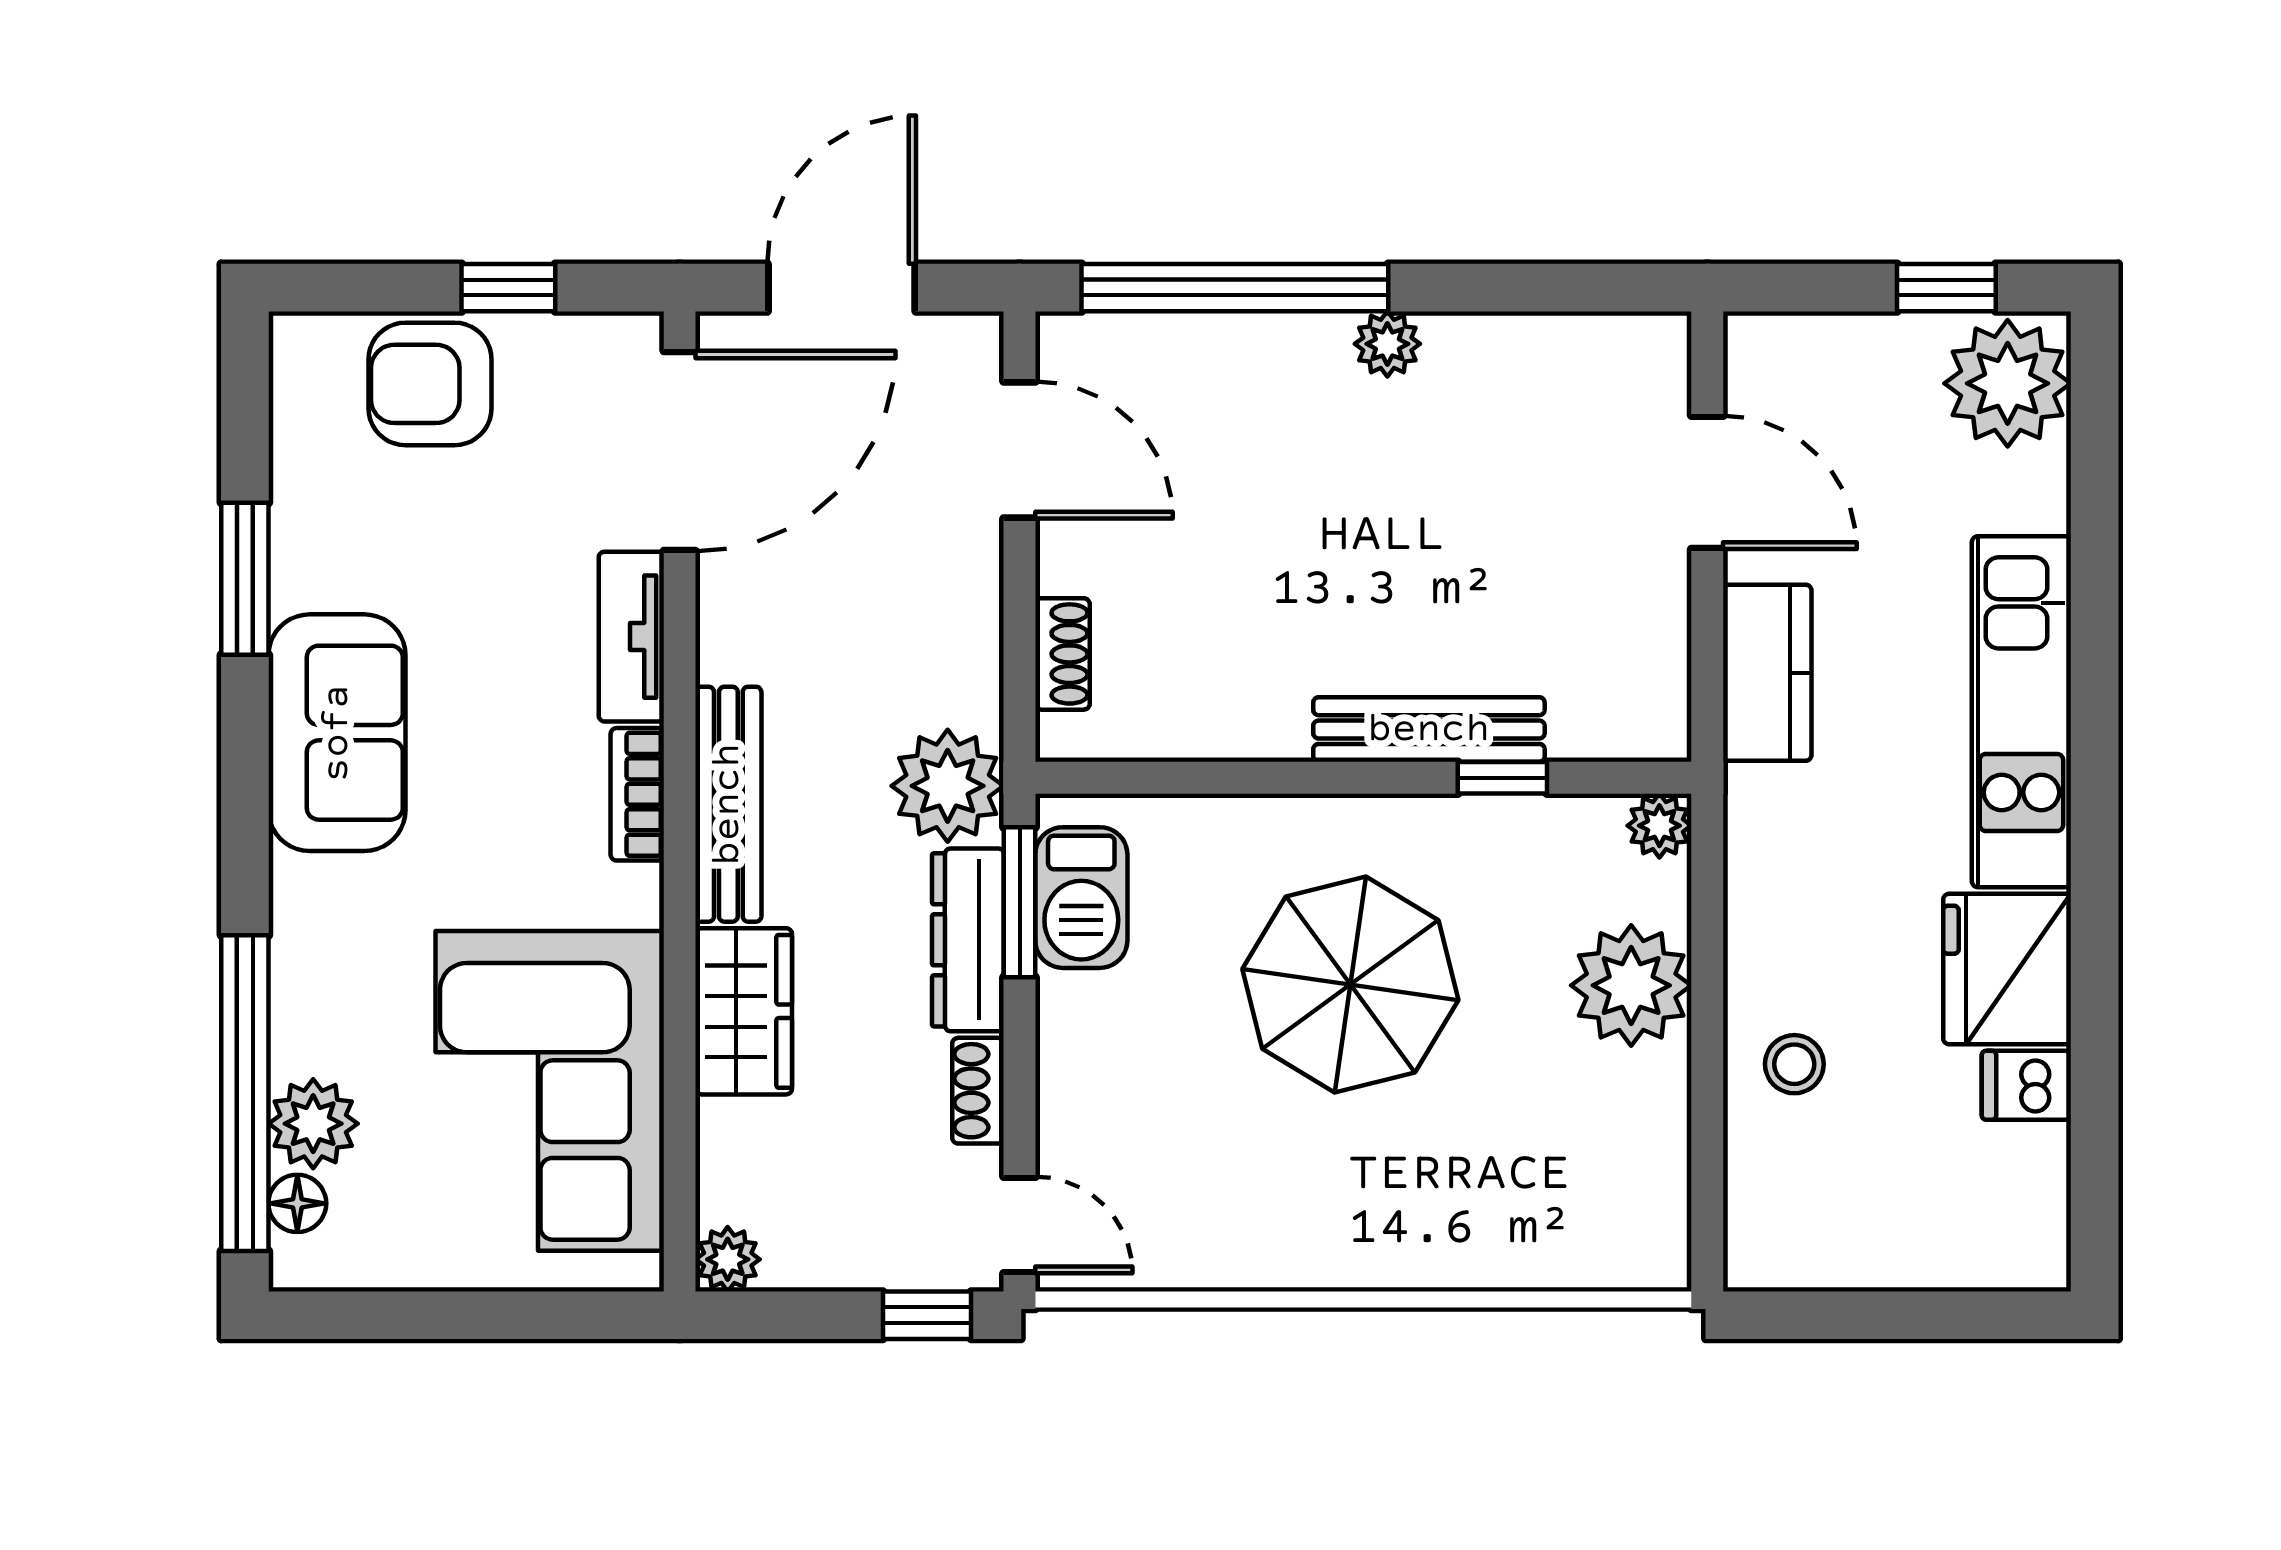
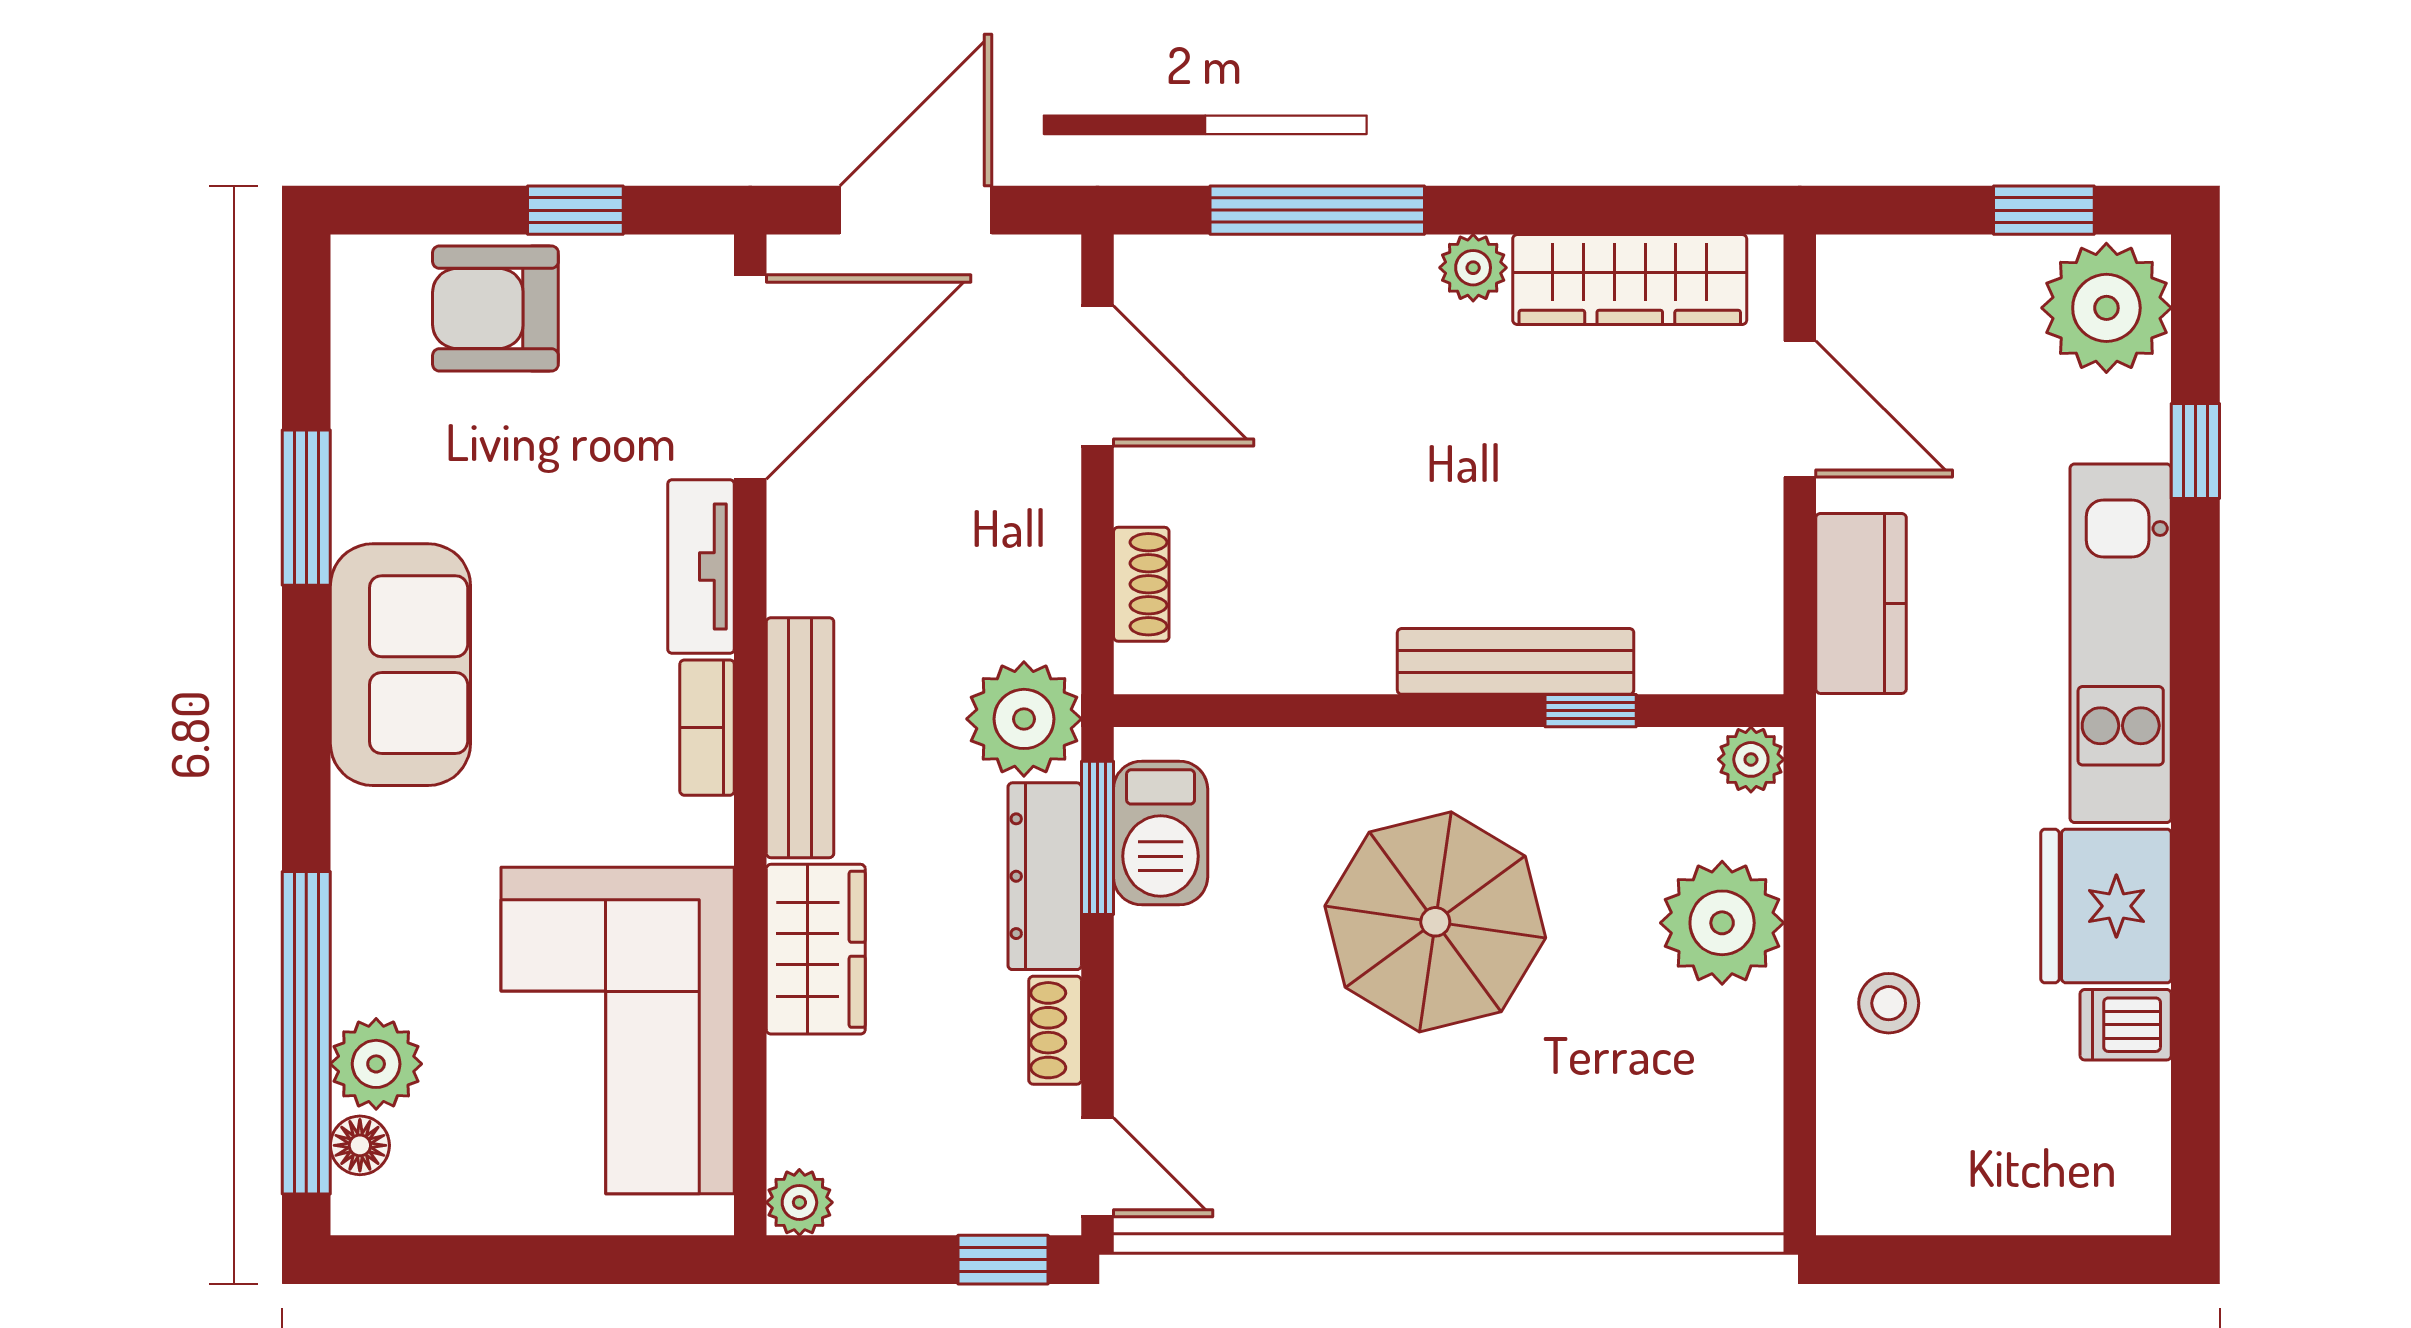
window: (1235, 288) -> (1317, 210), width x0.68
wardrobe: (1541, 356) -> (1630, 279), added
window: (2095, 523) -> (2195, 451), added

